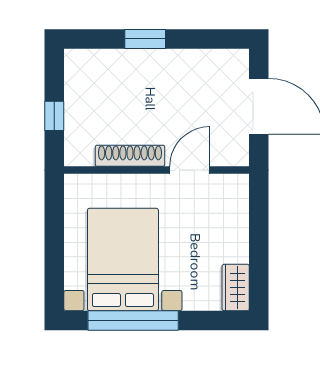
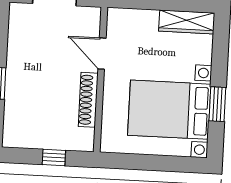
wardrobe: (236, 287) -> (187, 22), width x1.50
window: (133, 320) -> (217, 104), width x0.47

